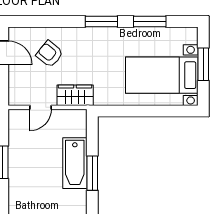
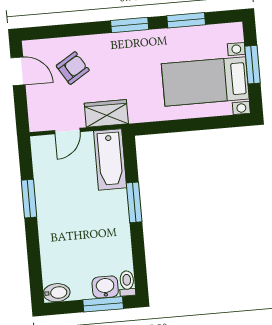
armchair: (50, 54) -> (73, 68), turned 109
bathtub: (75, 163) -> (110, 159), moved

